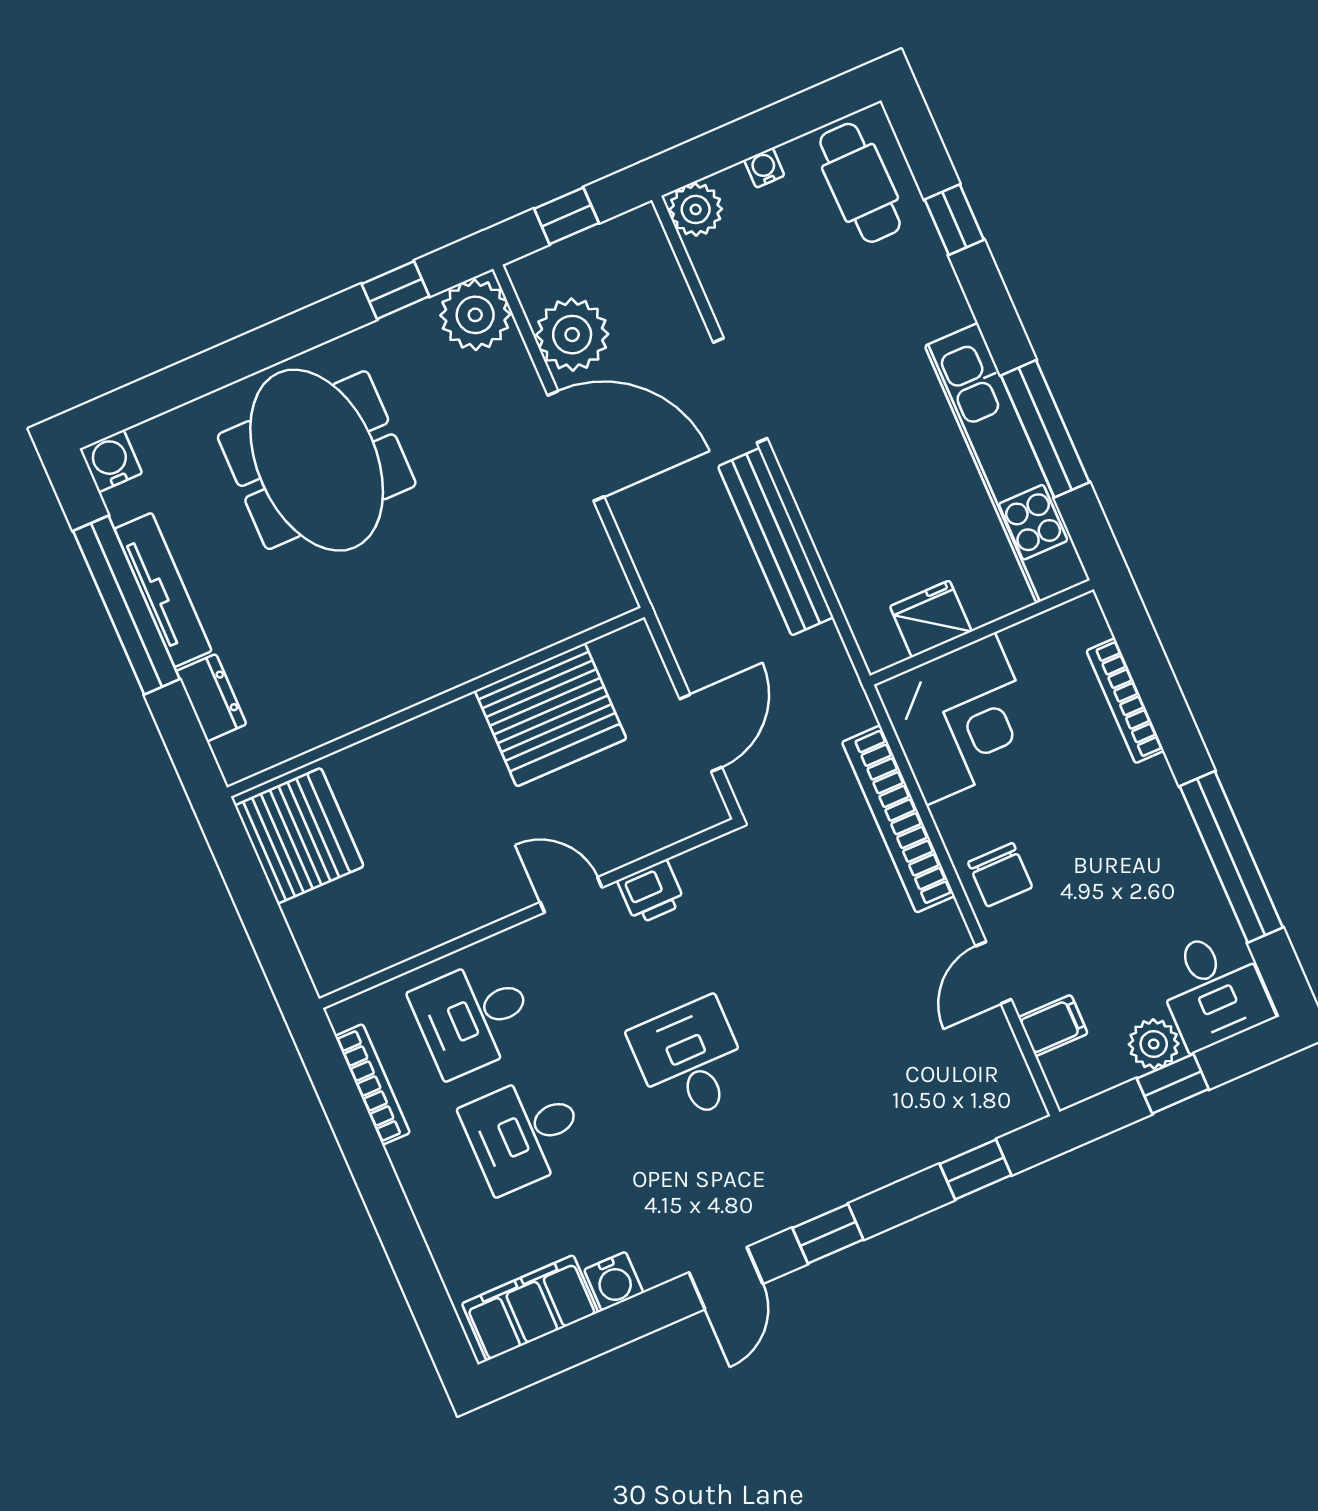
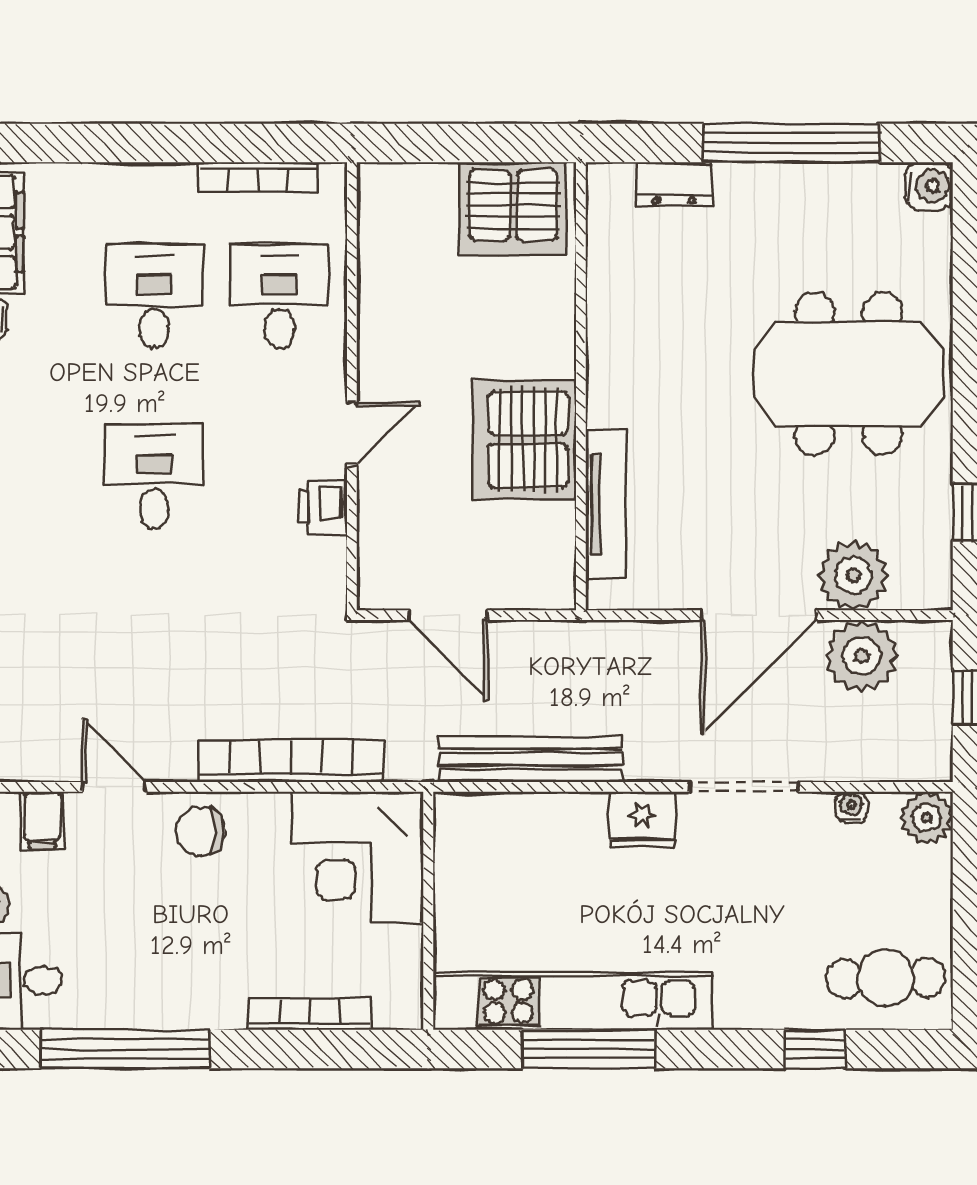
water cooler: (764, 168) -> (851, 807), moved, turned -90
plant: (475, 315) -> (853, 575), moved
bench: (776, 542) -> (531, 759), moved
tv unit: (163, 590) -> (606, 504), moved, turned -90
fridge: (931, 619) -> (642, 819), moved, turned 90
server rack: (551, 715) -> (524, 439), moved
desk: (690, 1060) -> (154, 476), turned -90

